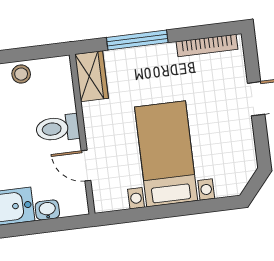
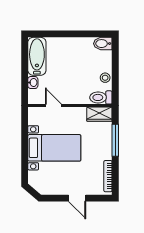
toilet: (58, 128) -> (101, 97), moved, turned -90
door: (86, 166) -> (53, 106), hinge flipped

